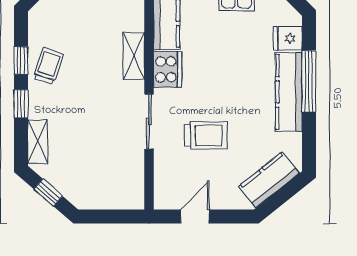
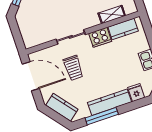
shelving: (134, 56) -> (112, 14), moved
window: (309, 81) -> (102, 116), moved
door: (195, 217) -> (31, 76), width x1.88

